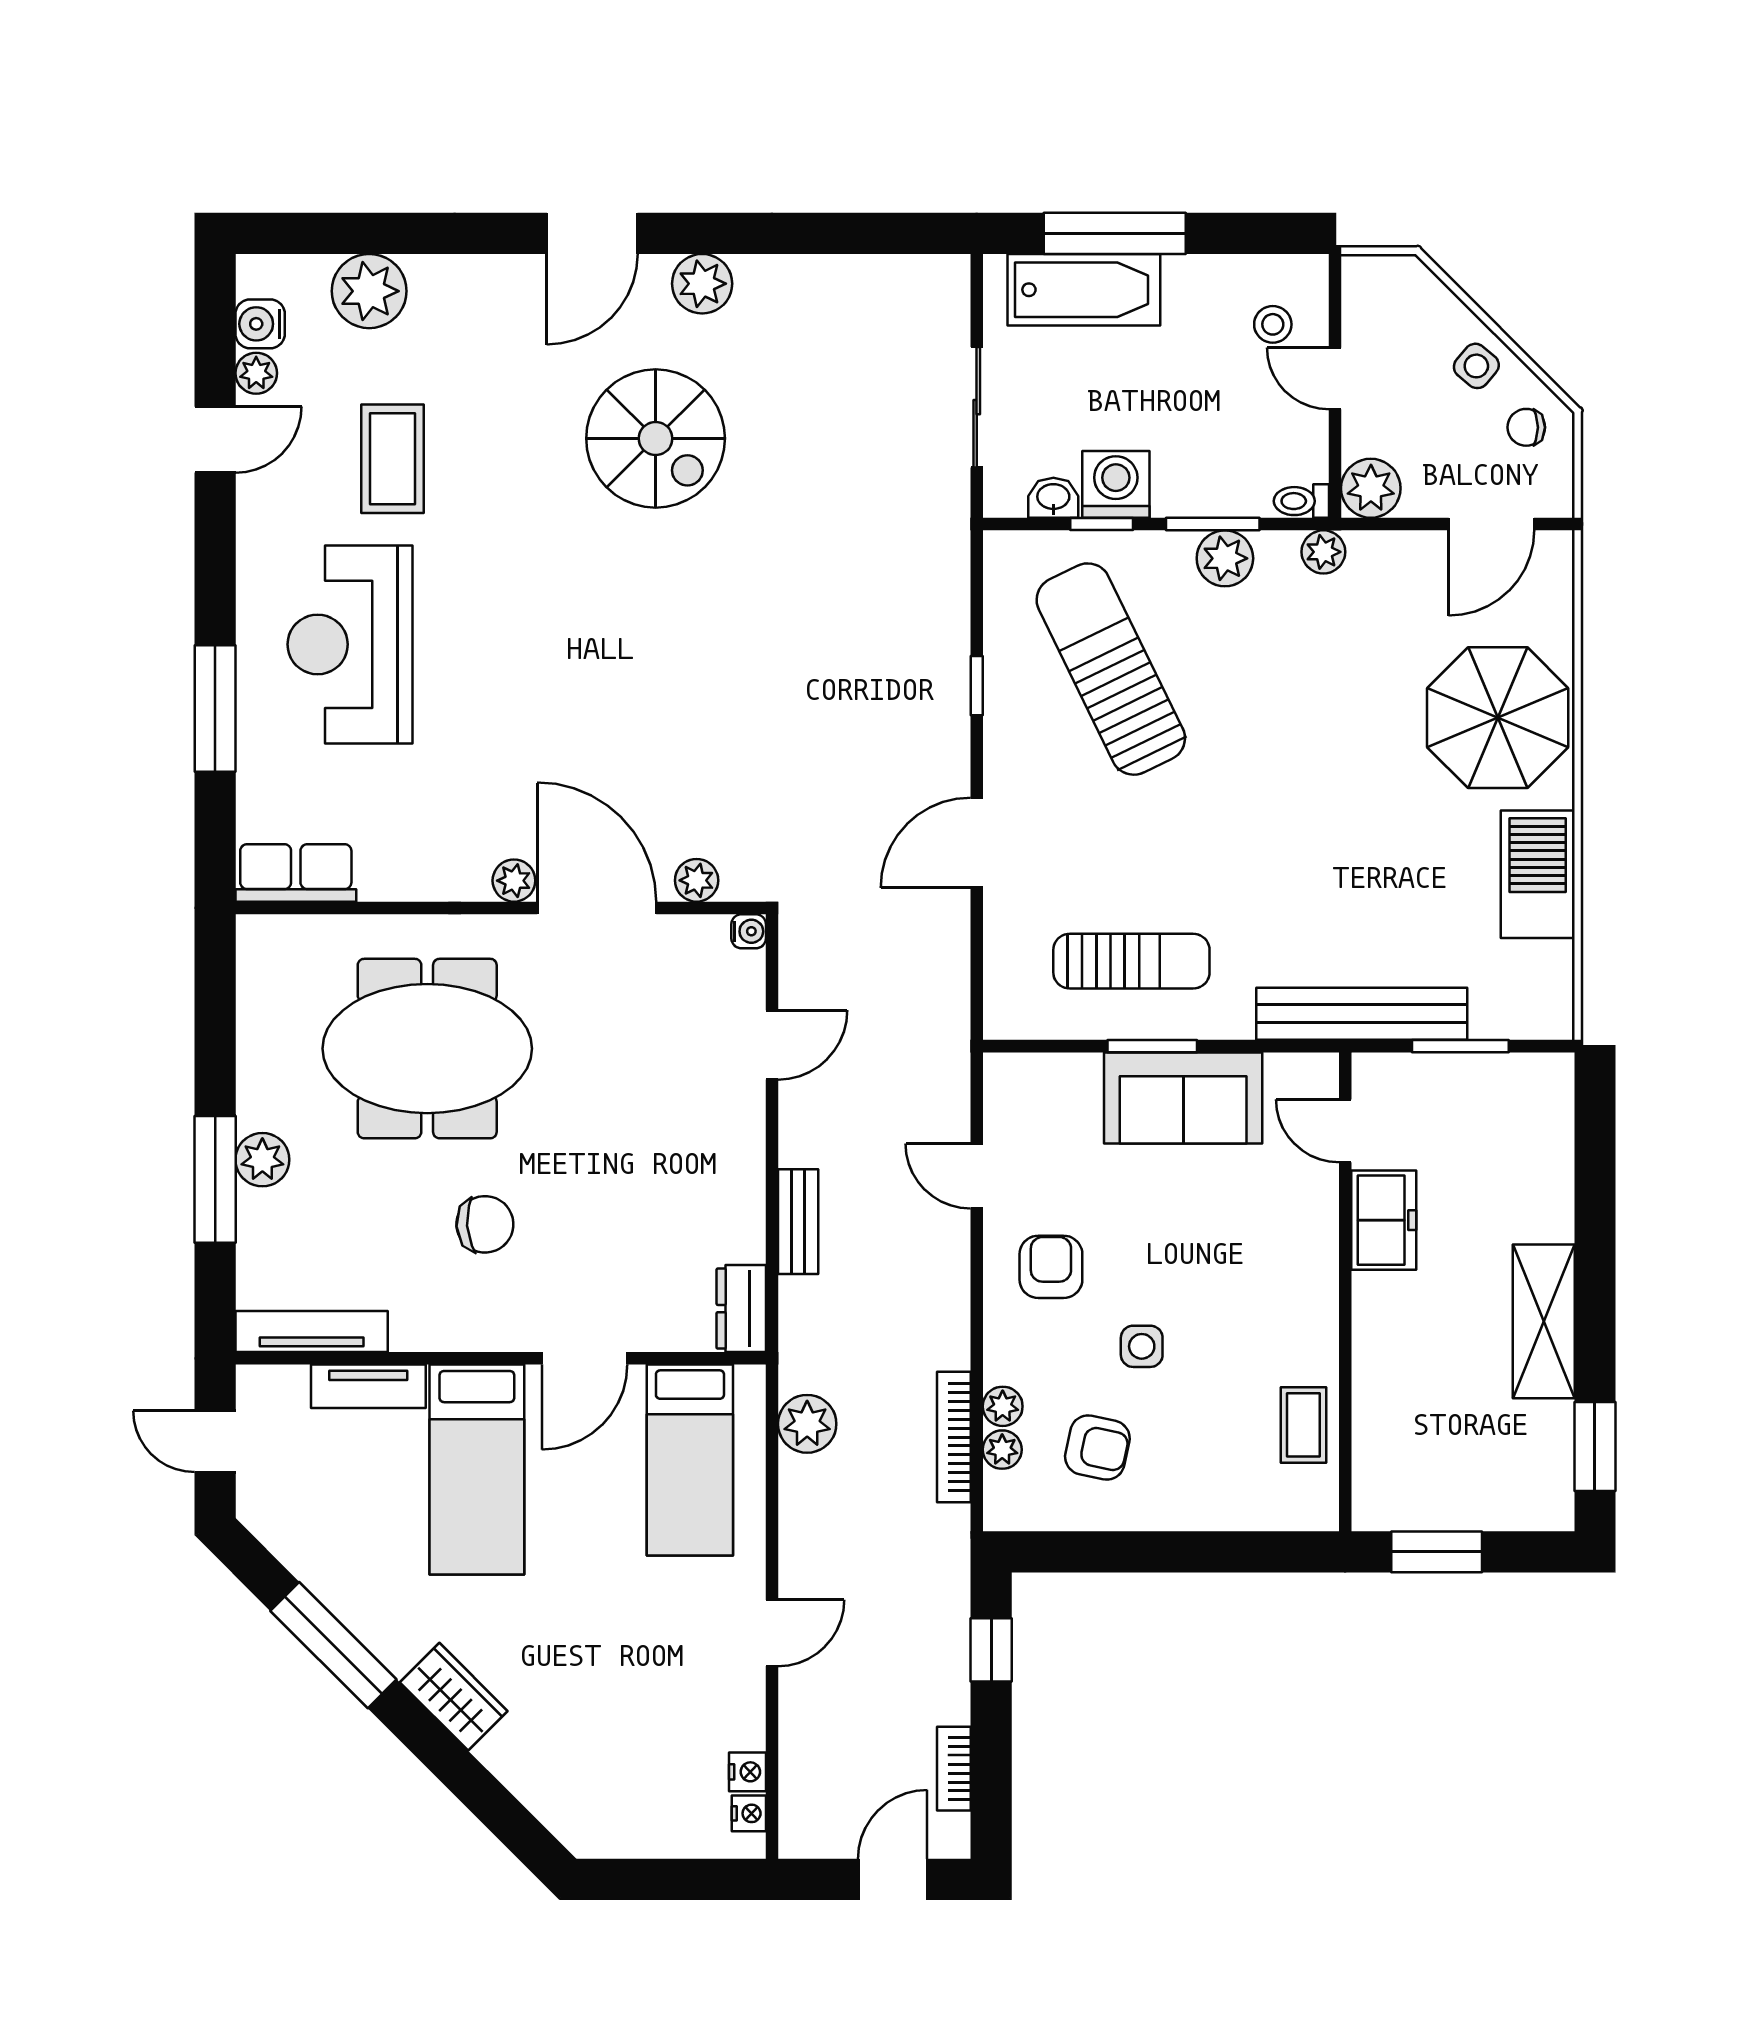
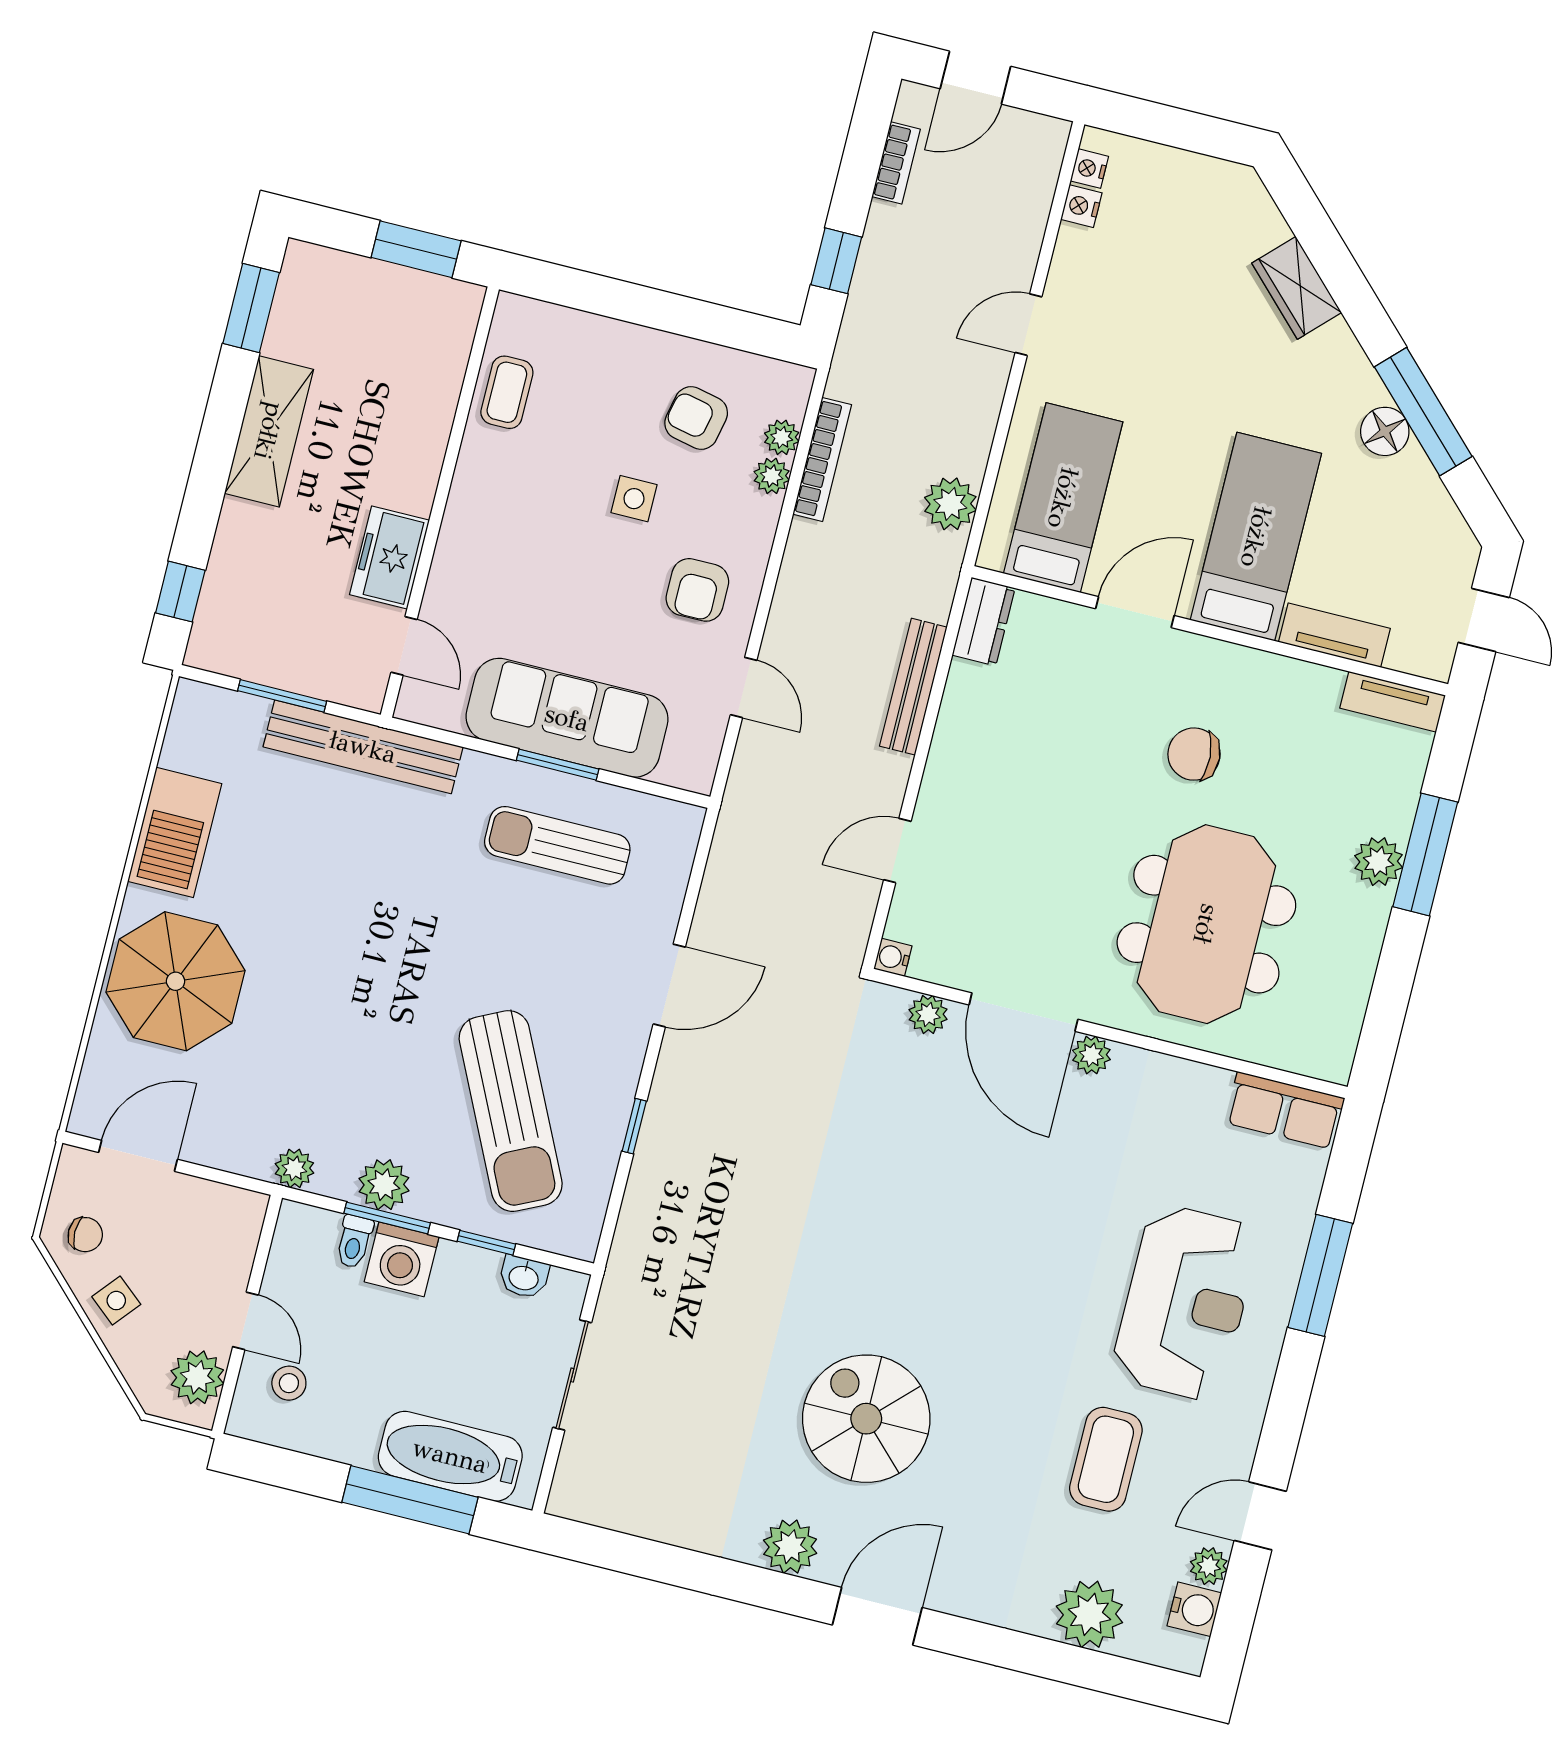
washing machine: (1116, 484) -> (402, 1259), moved
plant: (1371, 488) -> (197, 1377), moved
toilet: (1301, 501) -> (354, 1242), moved, turned 90
meeting table: (427, 1049) -> (1206, 924), turned 90
sofa: (1183, 1098) -> (567, 718), width x1.36
window: (1595, 1129) -> (180, 592), added
bench: (798, 1222) -> (913, 687), width x1.36
tv unit: (312, 1332) -> (1393, 702), width x0.71
floor lamp: (369, 1614) -> (1385, 431), added
wardrobe: (454, 1697) -> (1297, 288), moved

